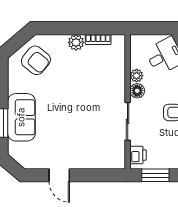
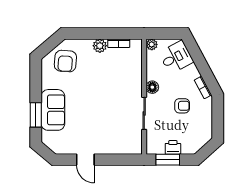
armchair: (36, 60) -> (65, 61), turned 55
plant: (137, 76) -> (152, 44), moved
printer: (138, 155) -> (173, 147), moved, turned -90

